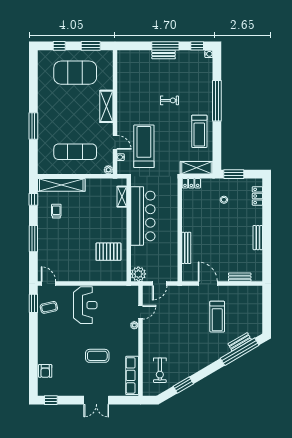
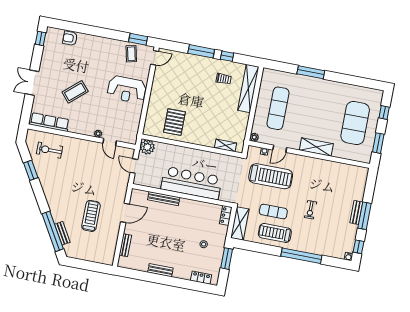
exercise mat: (178, 137) -> (273, 212), added
window: (33, 199) -> (227, 56), moved
bar counter: (143, 216) -> (191, 183), moved, turned 180
treadmill: (217, 317) -> (91, 216), turned 90
coffee table: (97, 356) -> (75, 92), turned 49

